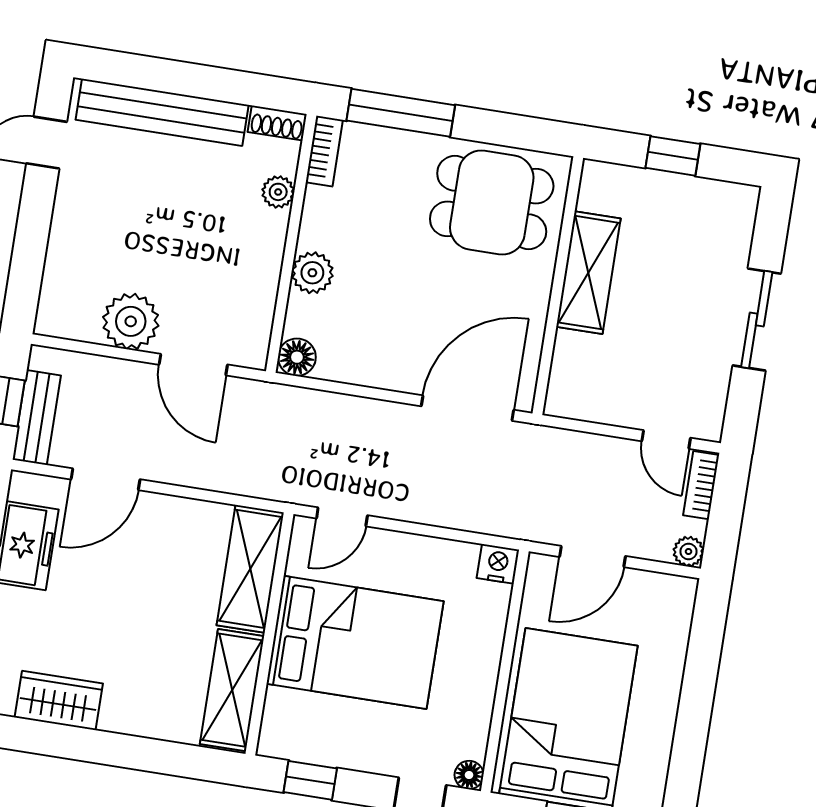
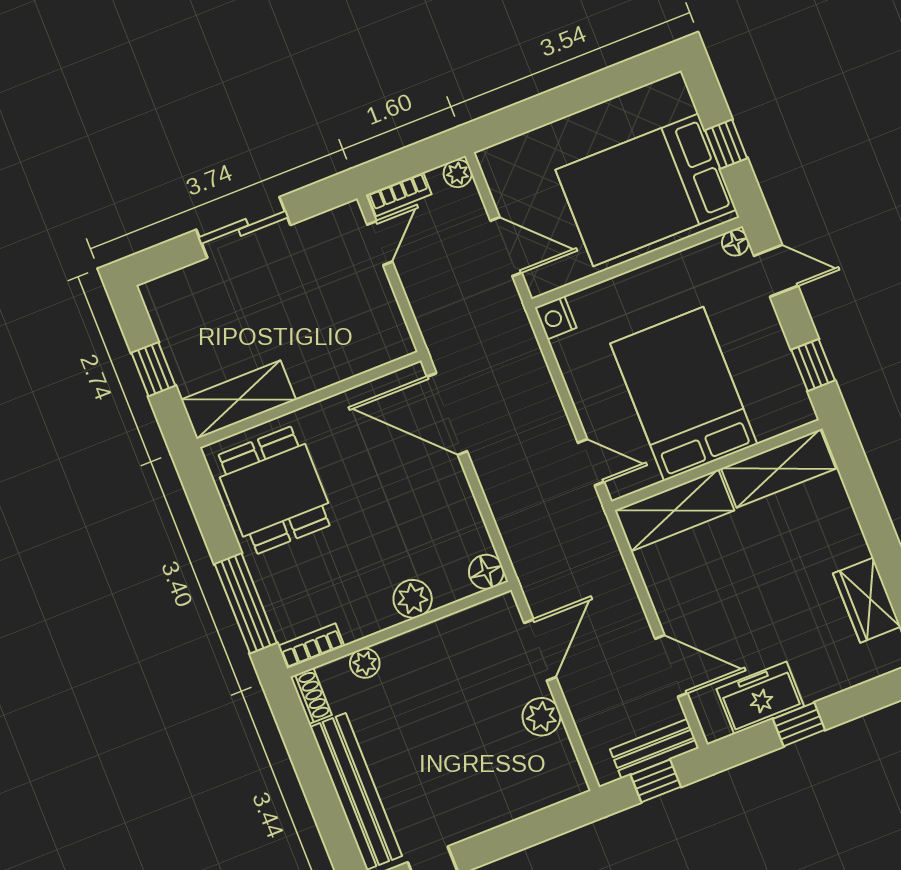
shelving: (588, 273) -> (239, 400), moved
plant: (131, 321) -> (541, 717), width x0.73, depth x0.73

